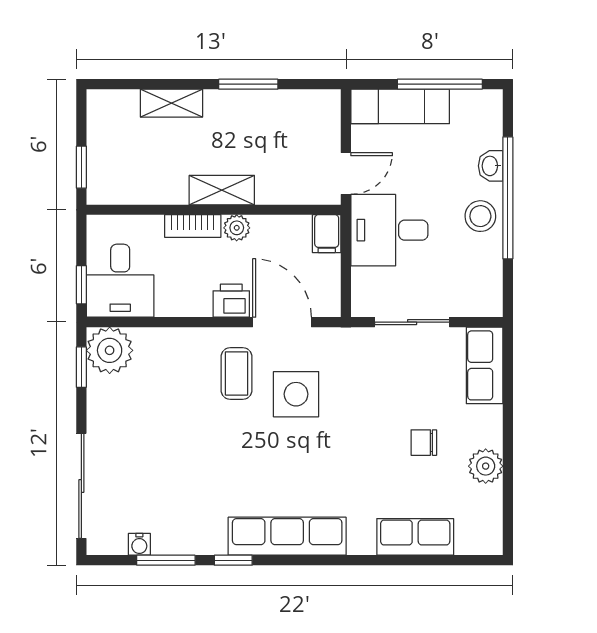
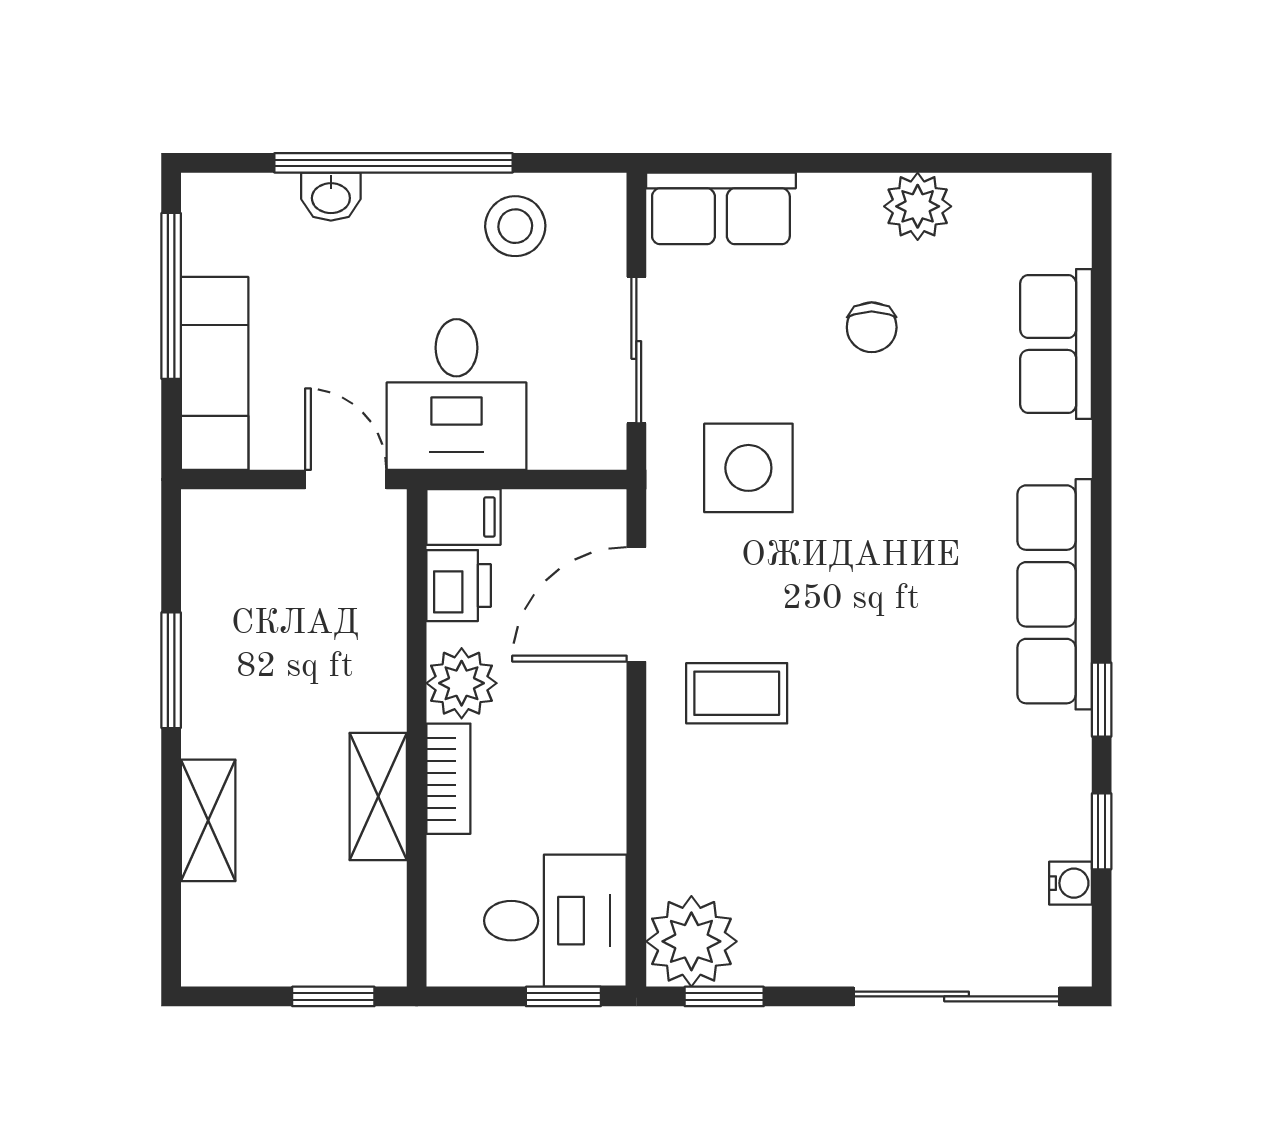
shelving: (222, 190) -> (378, 796), moved
stool: (480, 216) -> (515, 226), moved
plant: (237, 228) -> (462, 683), width x1.38, depth x1.38
printer: (231, 301) -> (459, 586), moved, turned 180
side table: (296, 394) -> (748, 468), moved
window: (166, 560) -> (1102, 831), width x0.67

